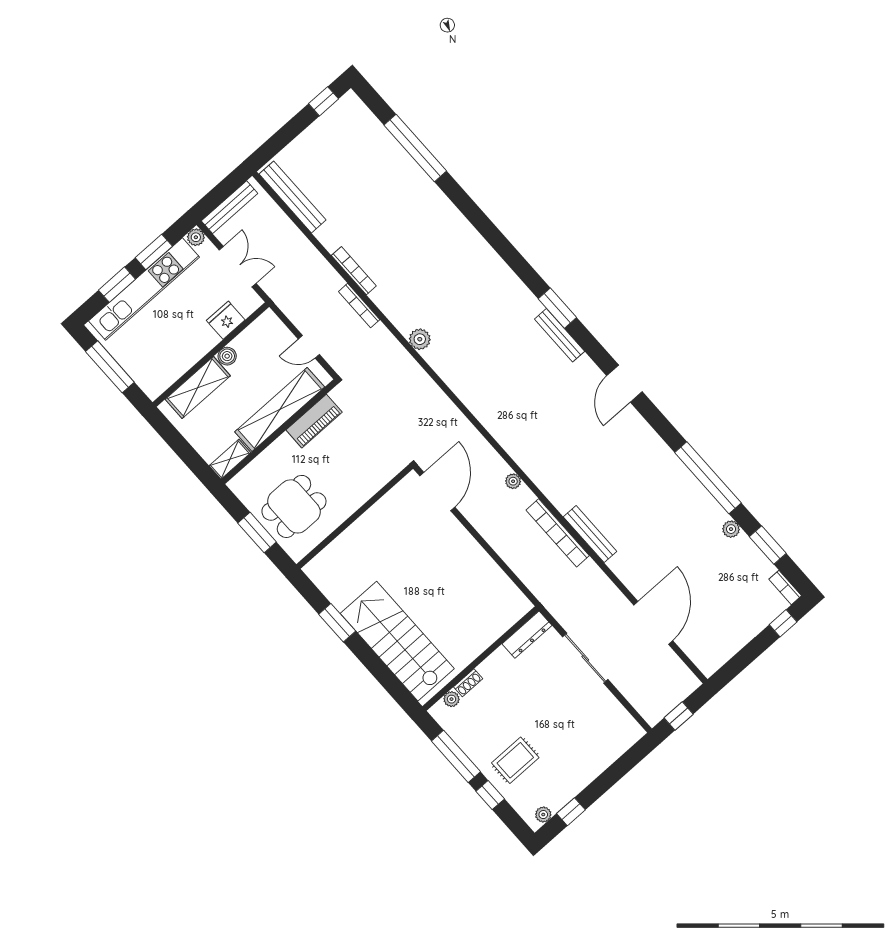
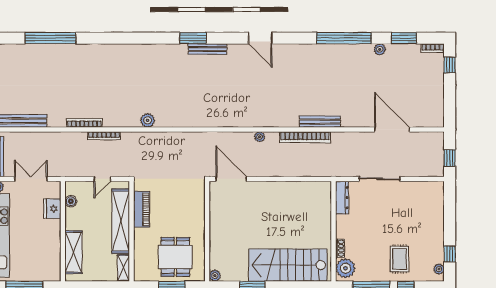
boiler: (227, 356) -> (71, 201), moved
plant: (312, 570) -> (215, 276), added
plant: (451, 699) -> (345, 268), width x1.87, depth x1.87

